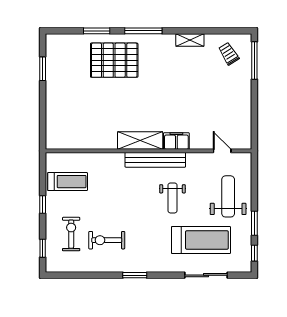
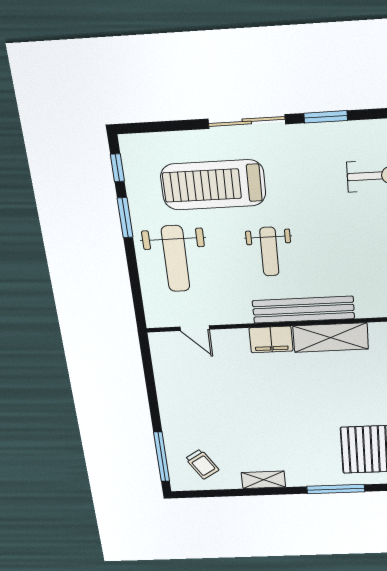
weight bench: (172, 198) -> (269, 252), turned 180
sliding door: (206, 275) -> (247, 121), moved

